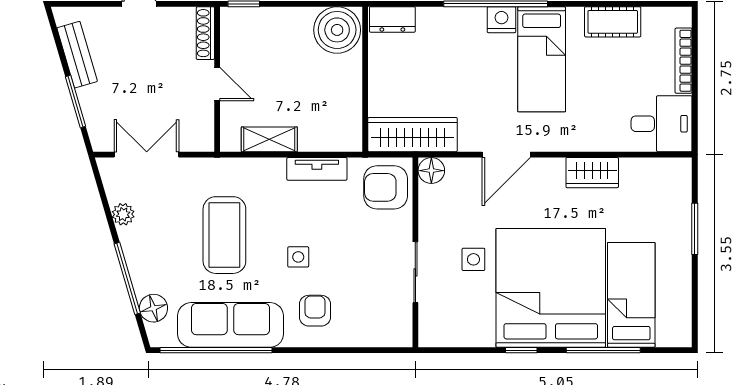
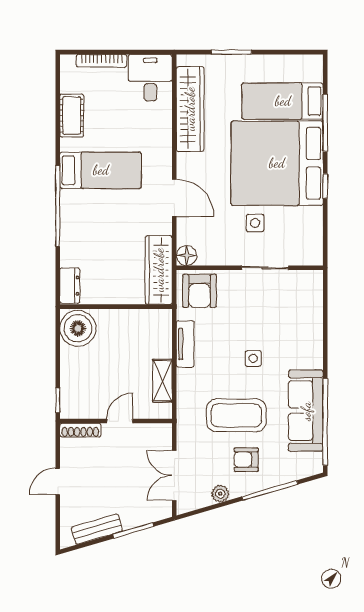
nightstand: (502, 20) -> (70, 201), removed
wardrobe: (592, 173) -> (190, 109), width x2.10, depth x1.17
floor lamp: (153, 308) -> (293, 470), removed
armchair: (315, 311) -> (246, 460), moved

